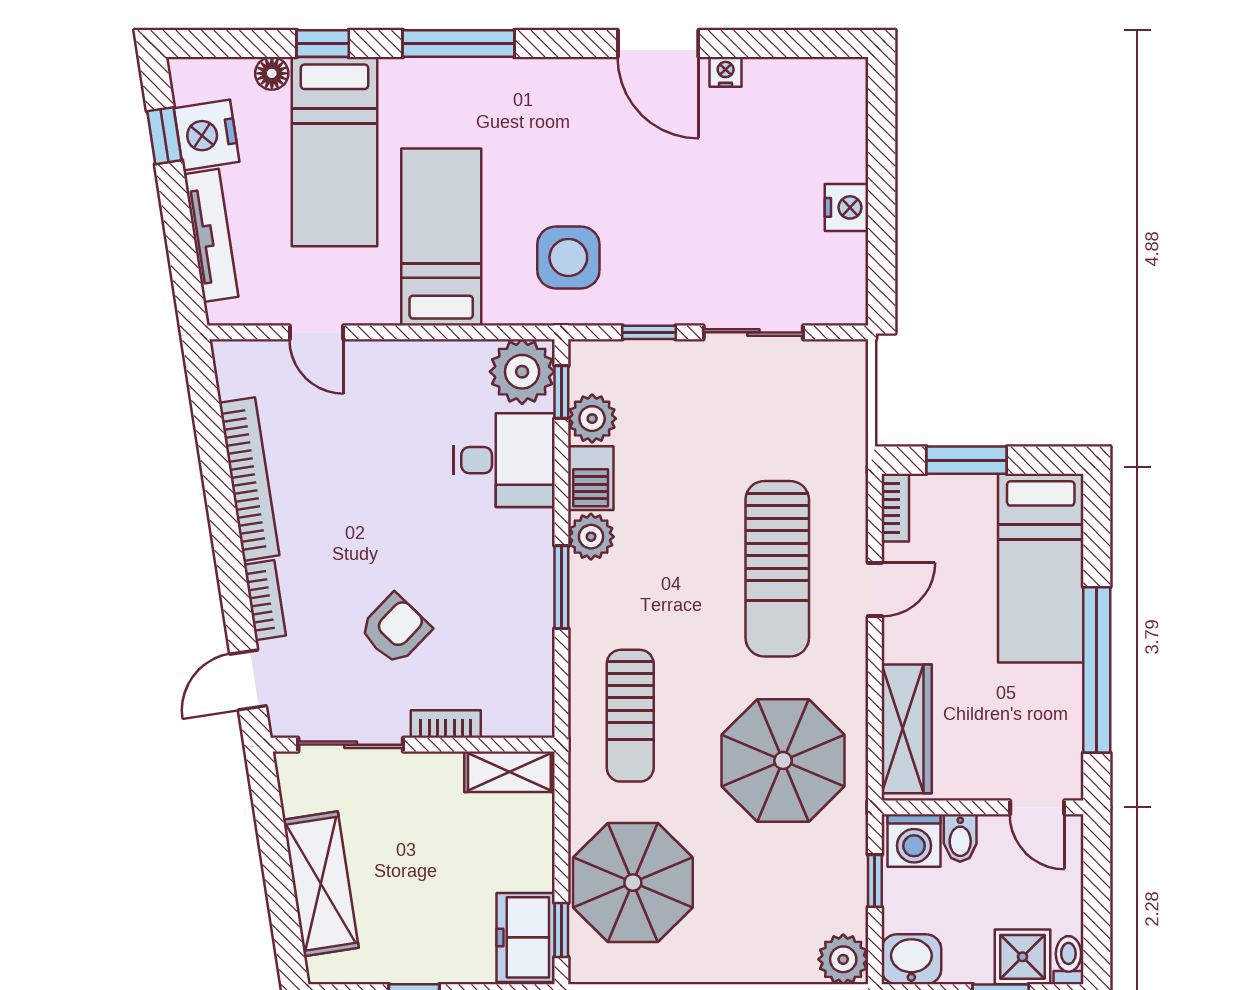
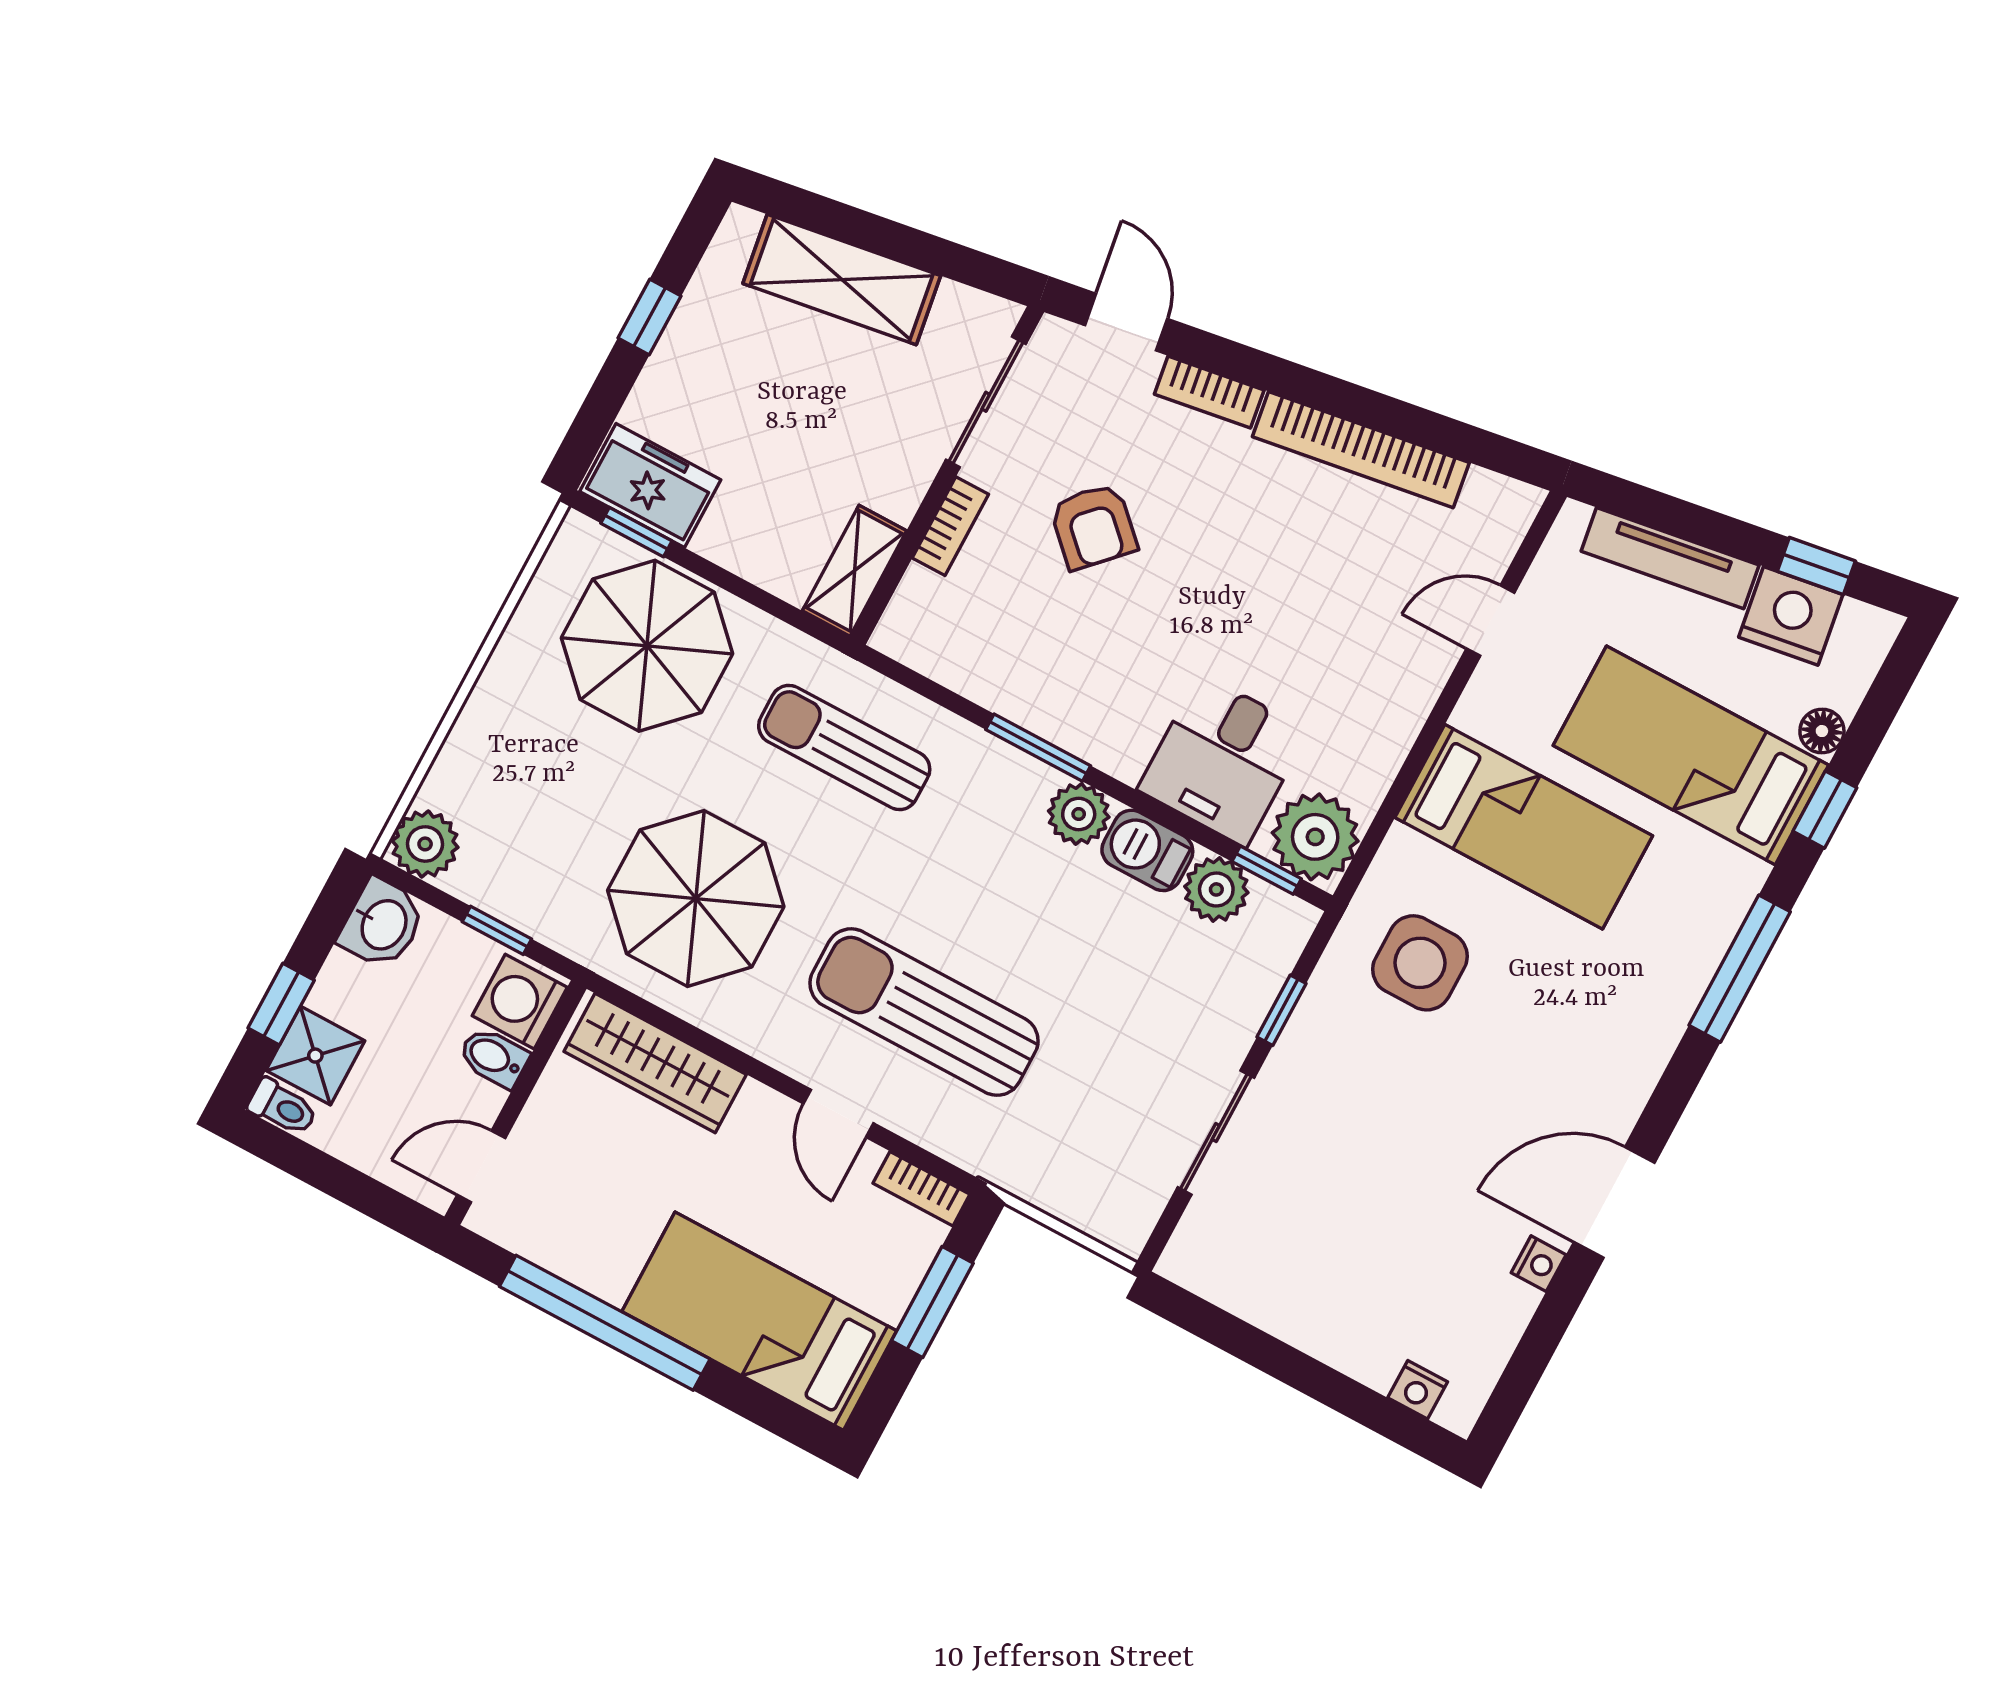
nightstand: (847, 207) -> (1418, 1390), moved, width x0.72, depth x0.74

